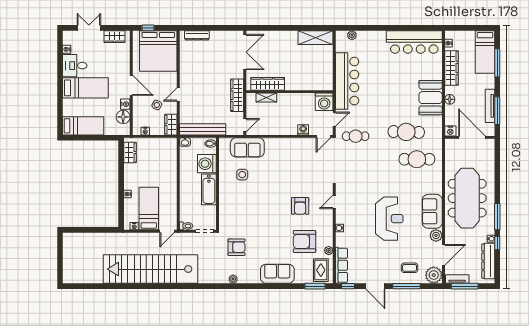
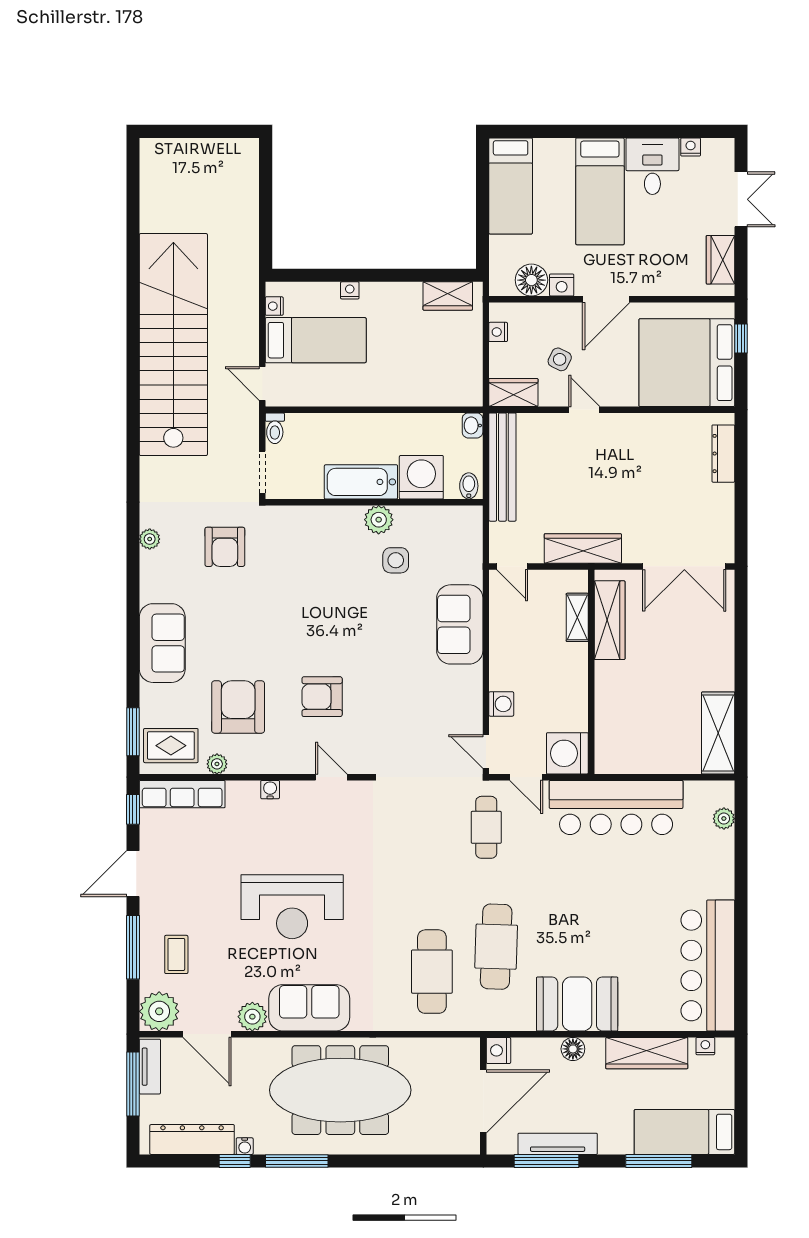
sofa: (247, 147) -> (460, 624), moved
plant: (225, 182) -> (379, 520), added

